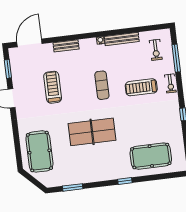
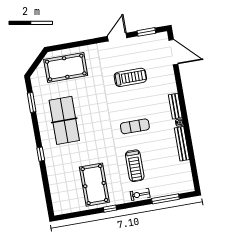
bench: (66, 46) -> (175, 106), moved
exercise bike: (156, 50) -> (173, 178), removed
treadmill: (141, 87) -> (135, 166), turned 180
table tennis table: (92, 132) -> (64, 120), moved
pool table: (151, 156) -> (94, 185), moved

